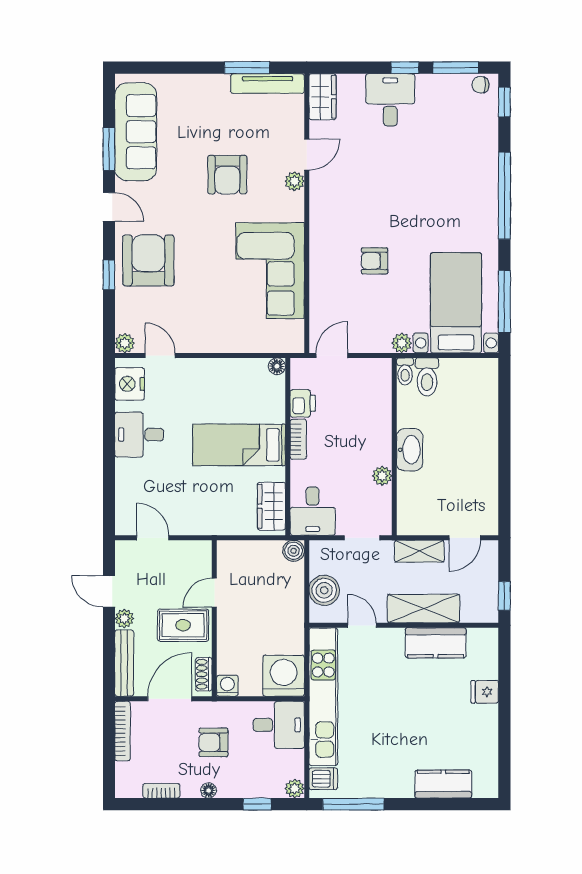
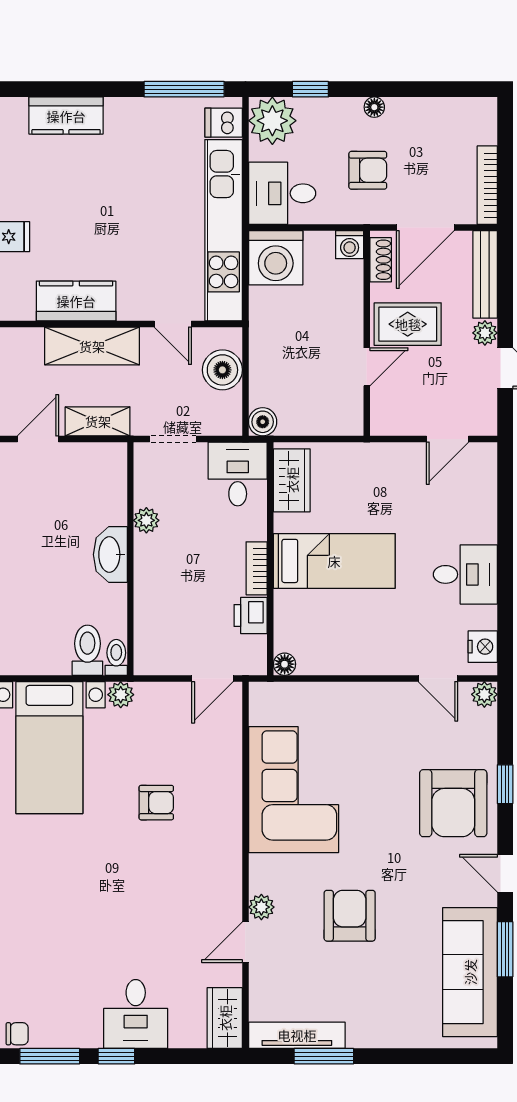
nightstand: (130, 384) -> (483, 647), width x0.74, depth x0.75
door: (153, 538) -> (448, 439), hinge flipped
plant: (295, 789) -> (272, 121), width x1.88, depth x1.88
bookcase: (161, 791) -> (436, 107), removed

